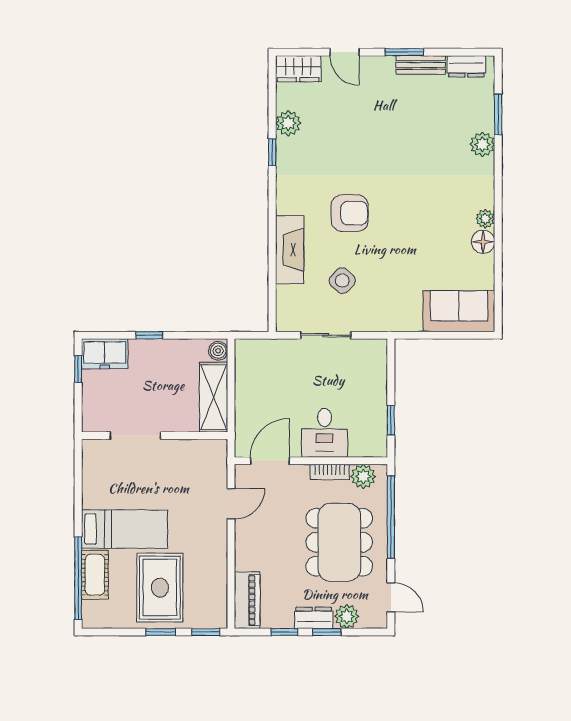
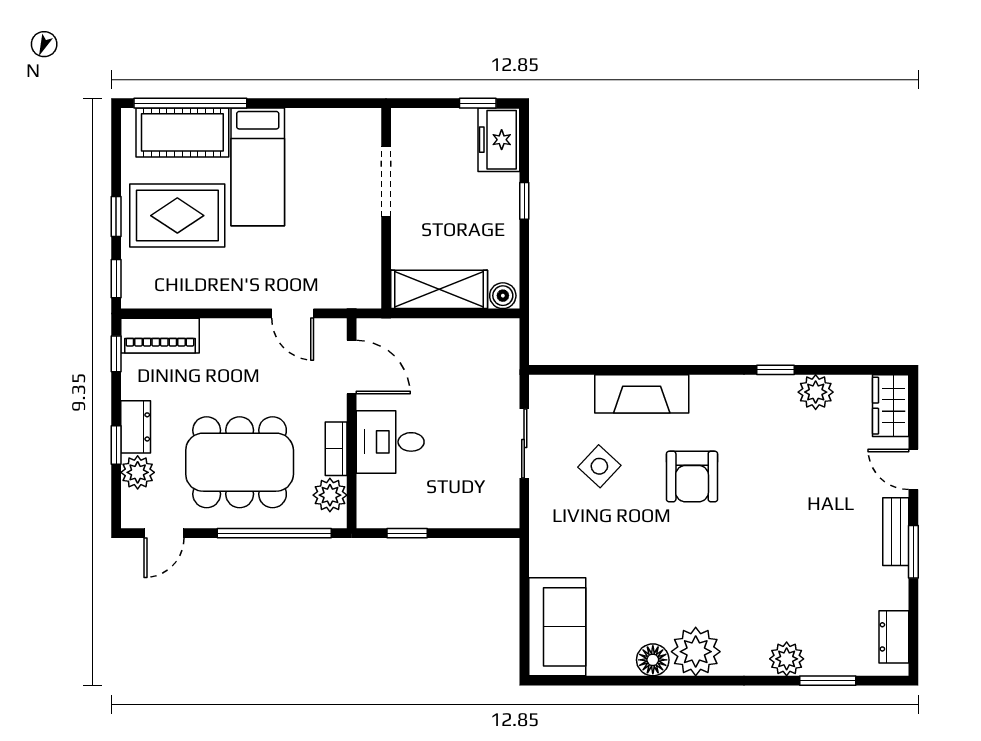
door: (345, 52) -> (913, 469), hinge flipped
bench: (421, 65) -> (896, 532), moved
plant: (485, 219) -> (696, 652), width x1.87, depth x1.87
cot: (95, 575) -> (182, 132), width x1.37, depth x1.34
window: (285, 632) -> (116, 354), moved

